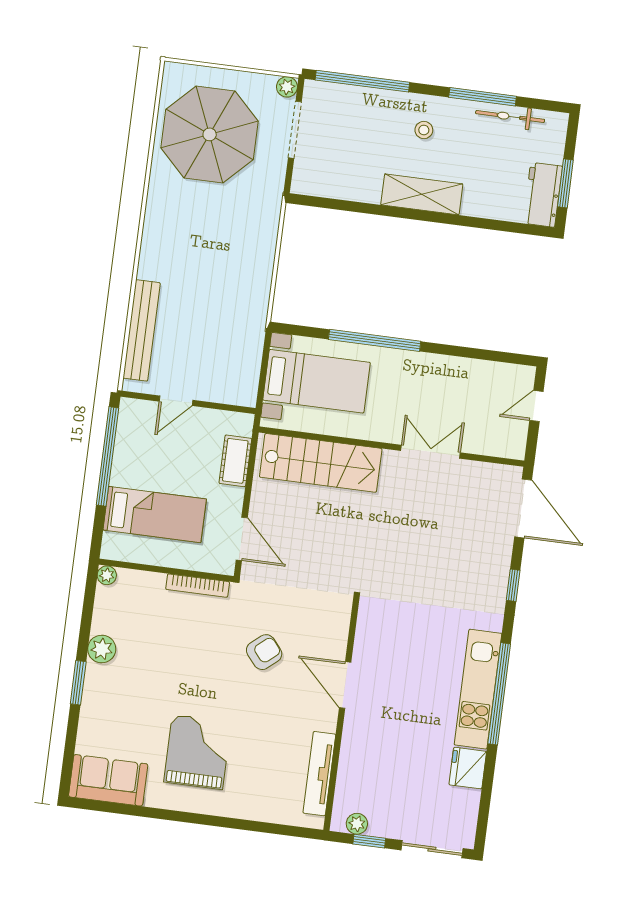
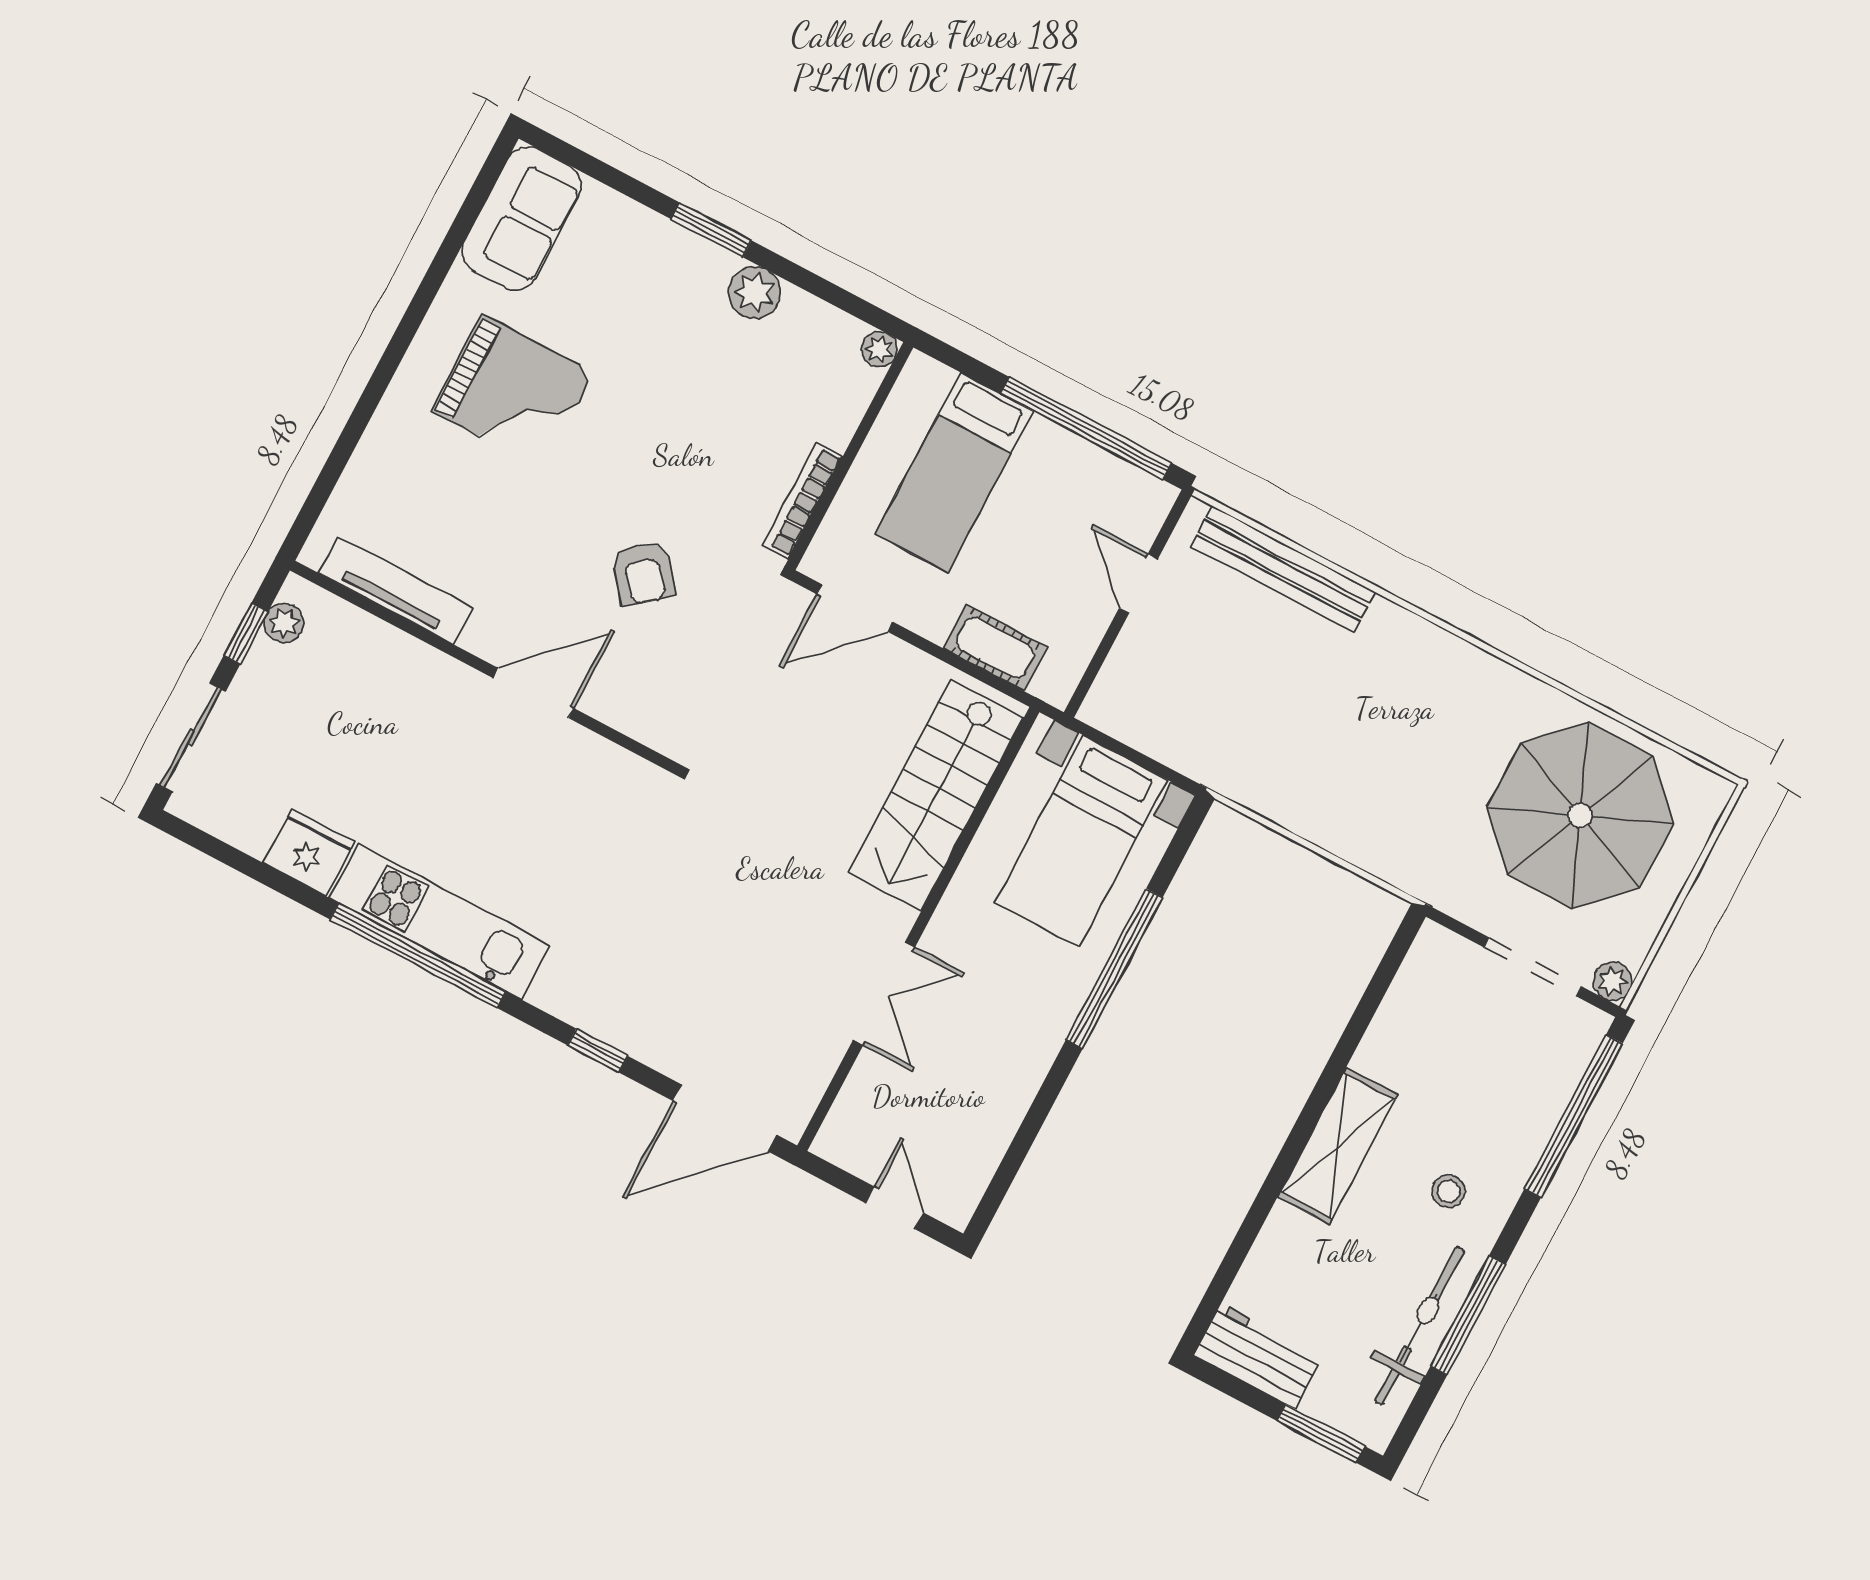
bicycle: (510, 116) -> (1420, 1326), width x1.37, depth x1.40
window: (565, 183) -> (1321, 1433), moved

